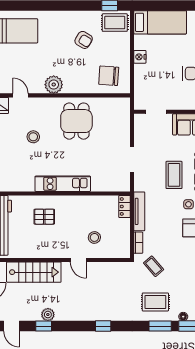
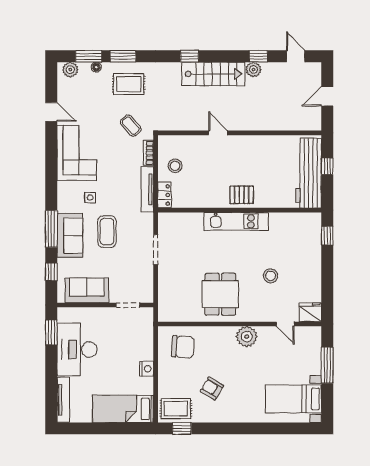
pallet: (44, 217) -> (242, 195), moved
stool: (94, 237) -> (175, 166), moved
stairs: (34, 272) -> (213, 74), moved, turned 180

